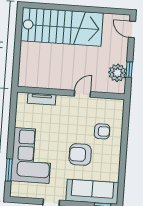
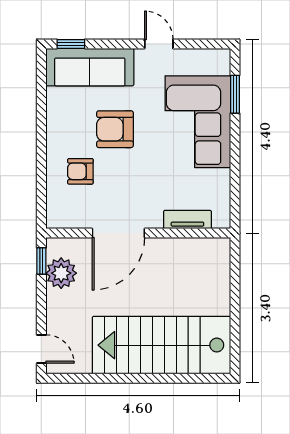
window: (129, 70) -> (41, 261), moved
door: (82, 94) -> (118, 233), width x1.87
armchair: (80, 154) -> (115, 129), turned 180

